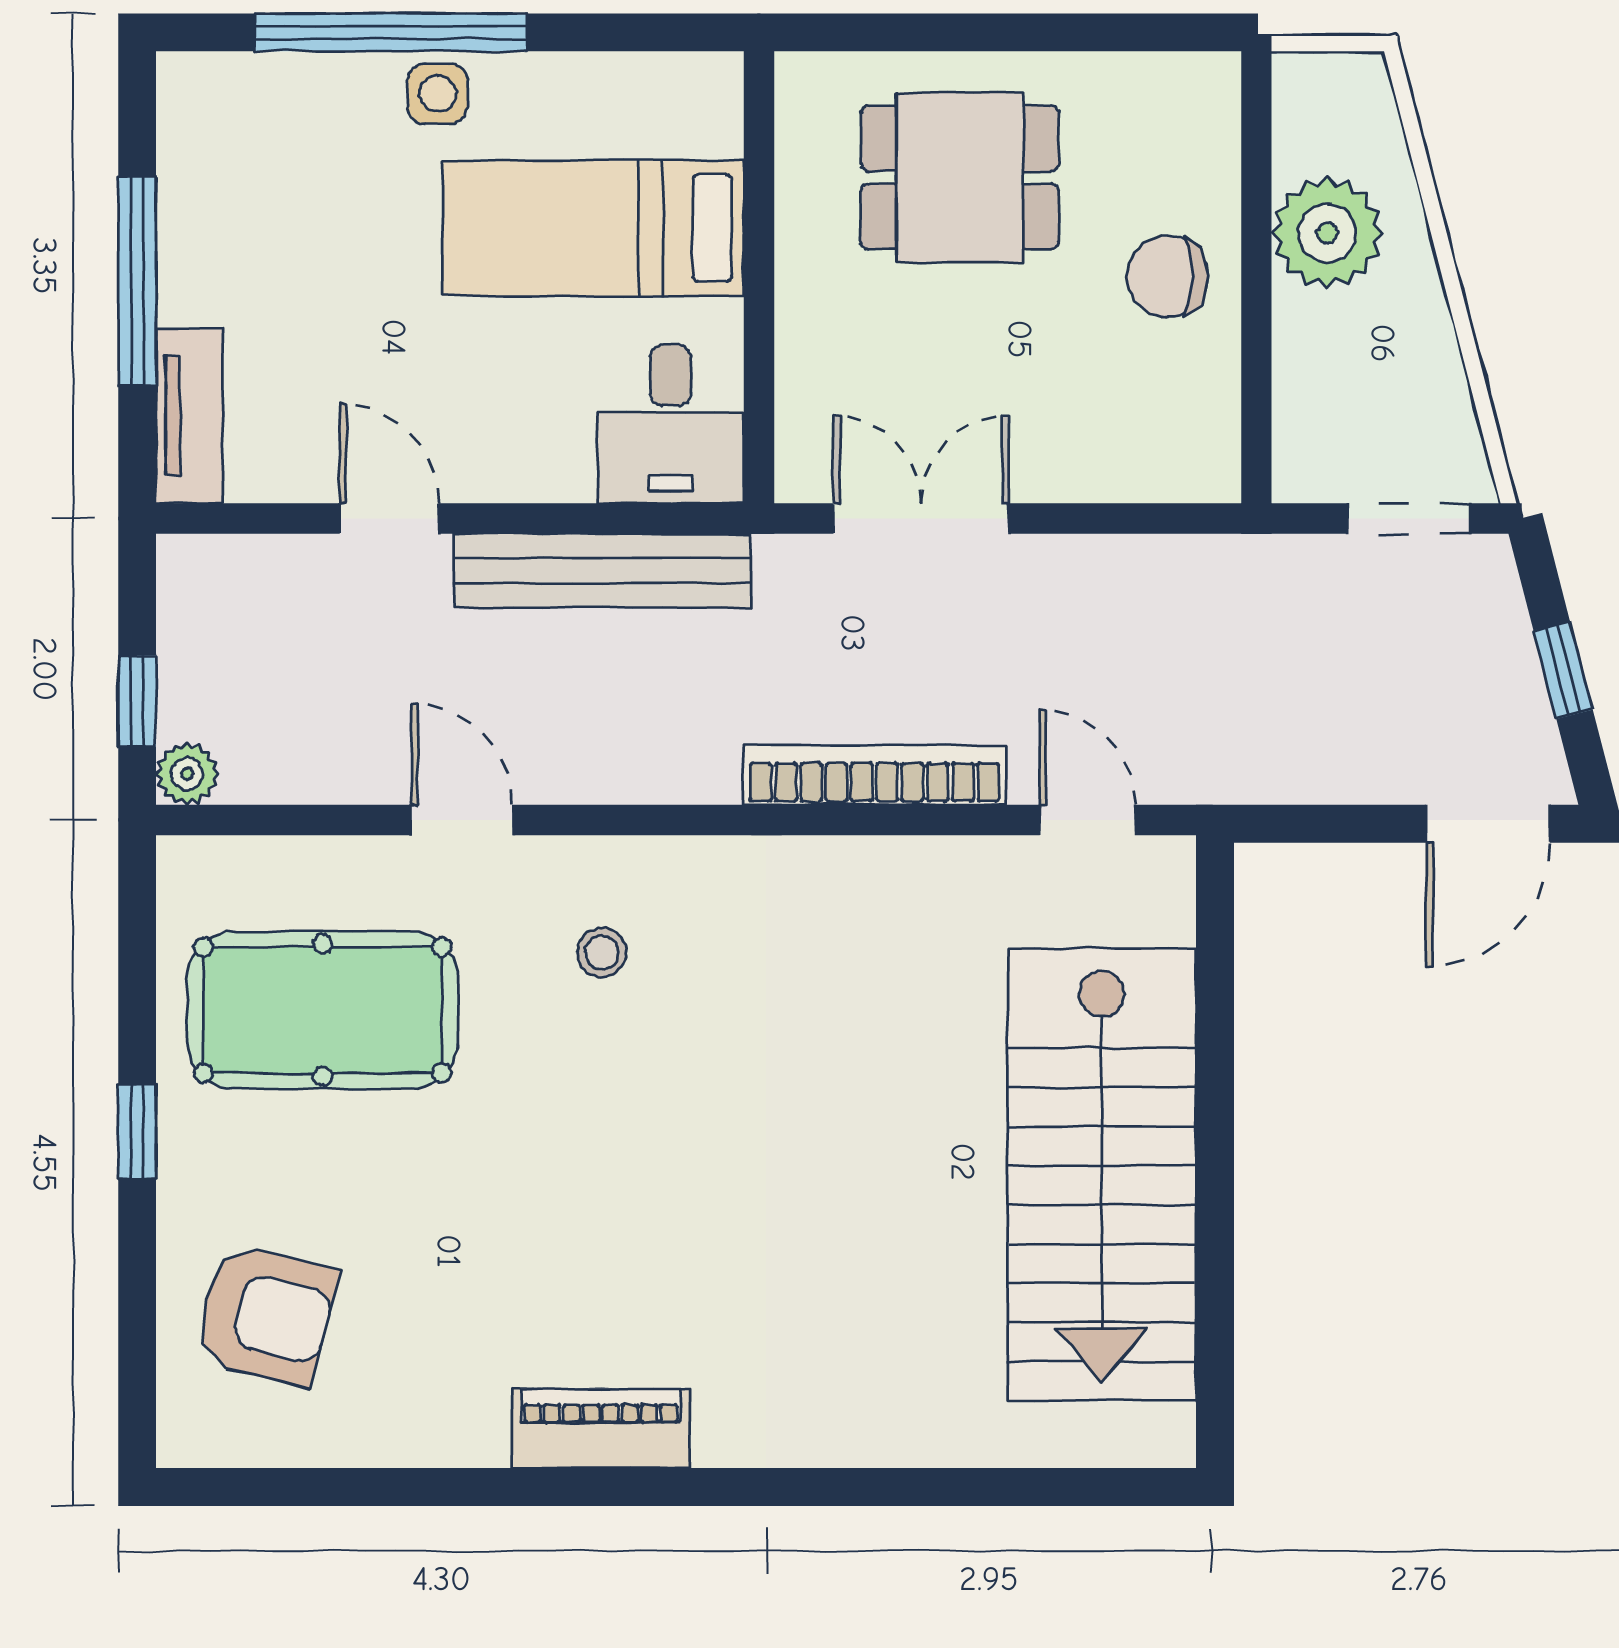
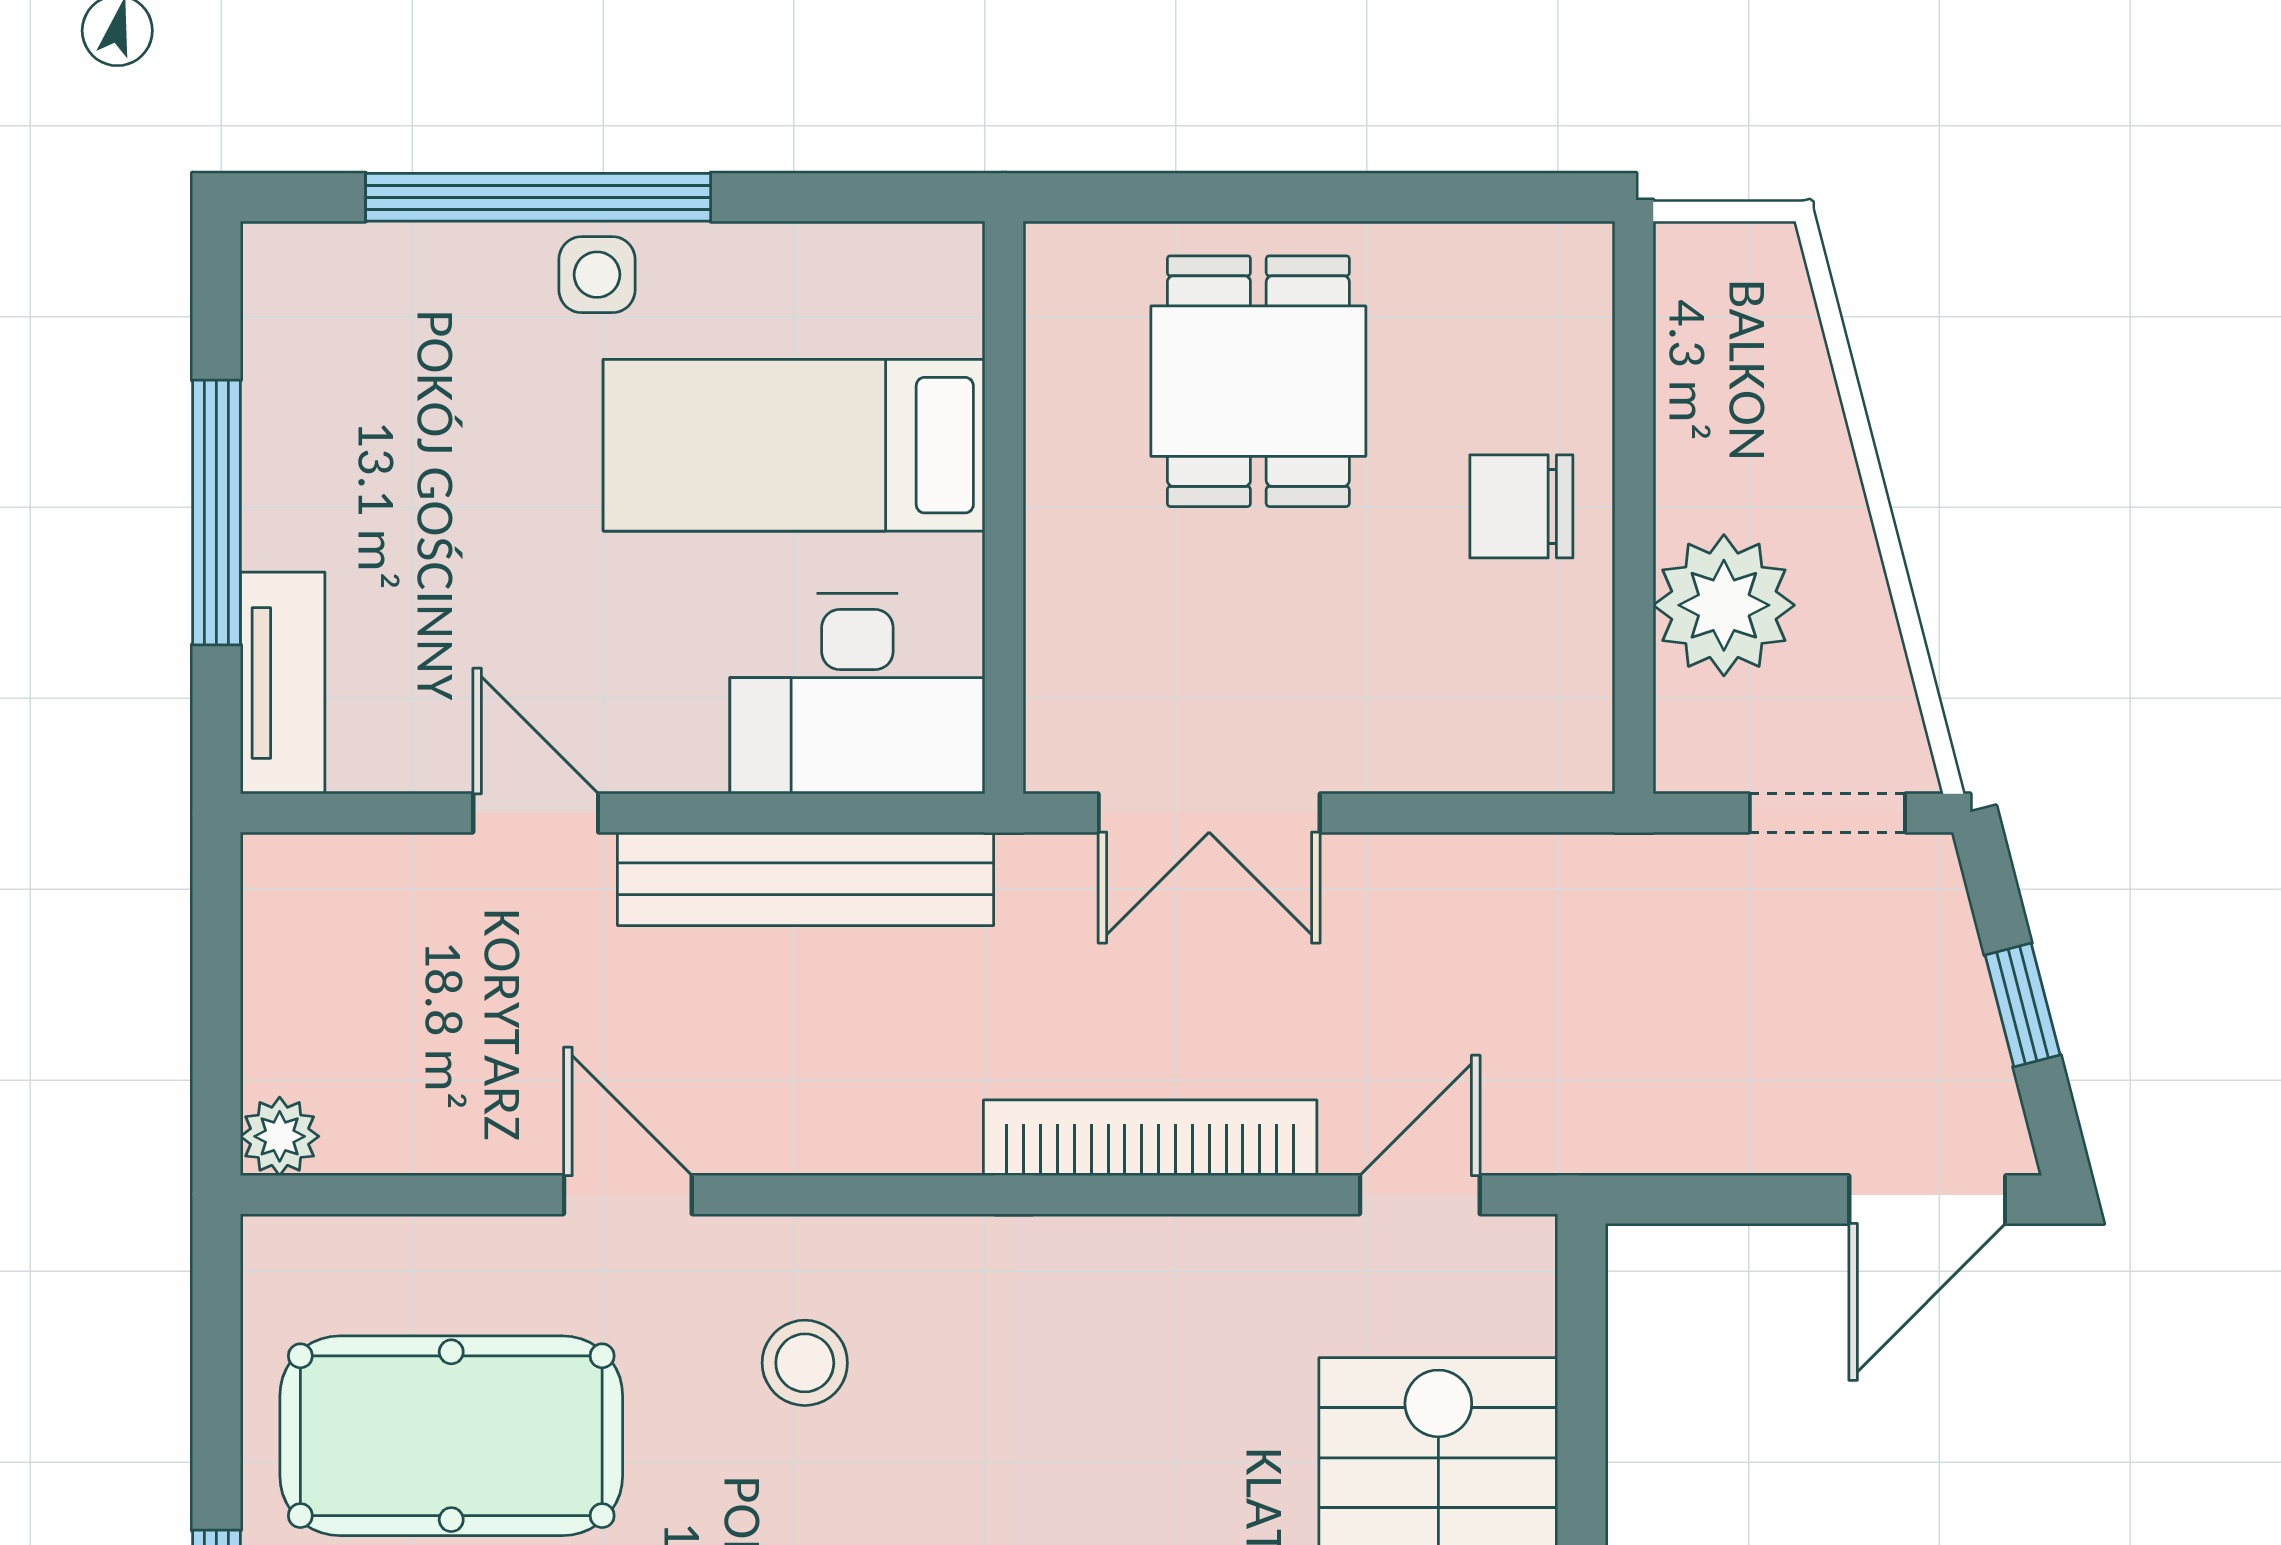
dining table: (960, 178) -> (1258, 381), turned 90
plant: (1327, 233) -> (1724, 605), moved
desk: (671, 424) -> (857, 694), width x1.37
double door: (921, 518) -> (1209, 813), swing flipped
window: (137, 701) -> (216, 1044), removed
door: (1087, 820) -> (1420, 1195), hinge flipped
stool: (602, 953) -> (805, 1363), width x1.37, depth x1.37

